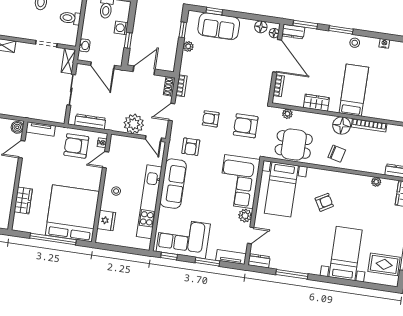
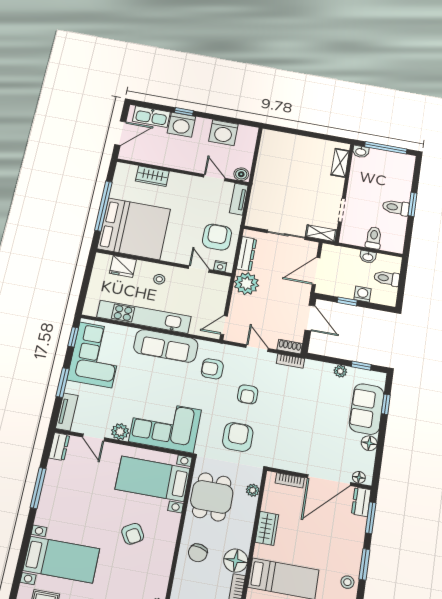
floor lamp: (261, 27) -> (369, 443), moved
washbasin: (84, 45) -> (368, 257), moved
armchair: (211, 119) -> (248, 394), turned 180
plant: (134, 124) -> (246, 284), moved

